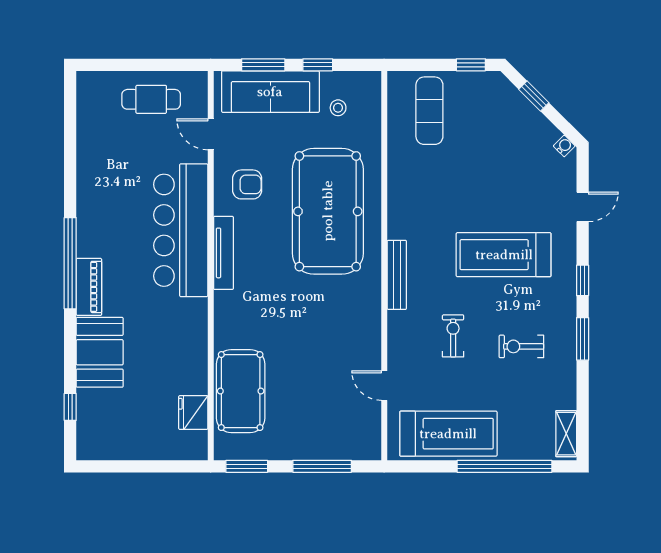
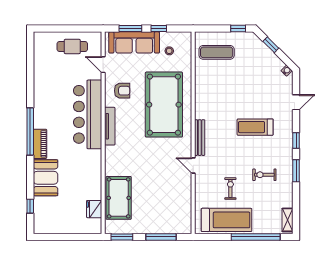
exercise mat: (429, 111) -> (217, 52), turned 90
treadmill: (504, 255) -> (255, 127), width x0.73, depth x0.73
exercise bike: (453, 336) -> (230, 188), moved
door: (384, 386) -> (193, 166), moved

